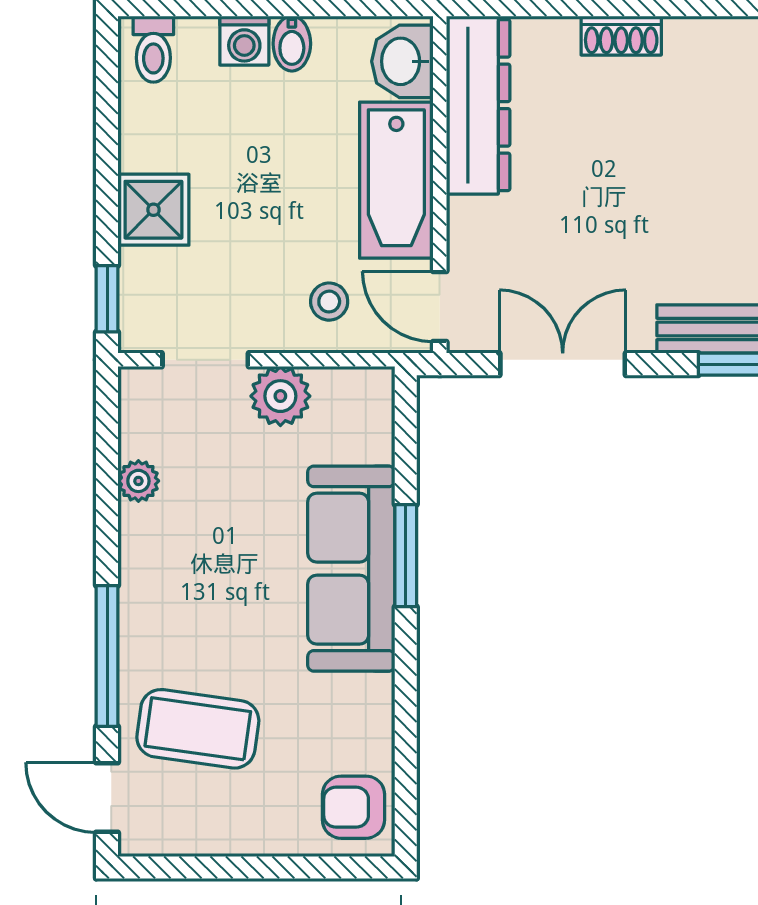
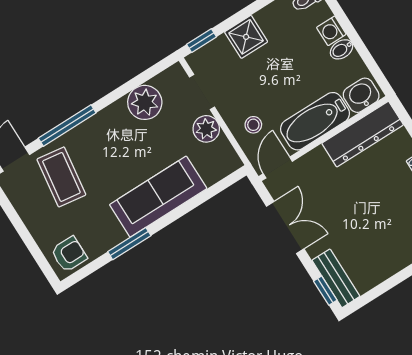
plant: (138, 481) -> (145, 102), width x1.88, depth x1.88
window: (406, 556) -> (129, 244), moved
armchair: (353, 807) -> (69, 254), turned 90

